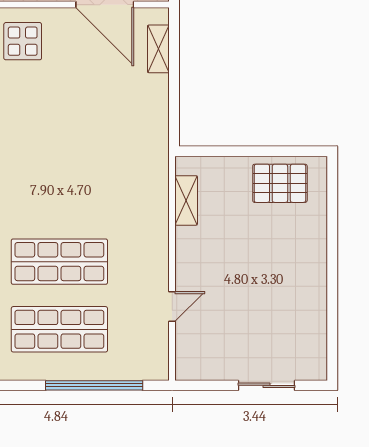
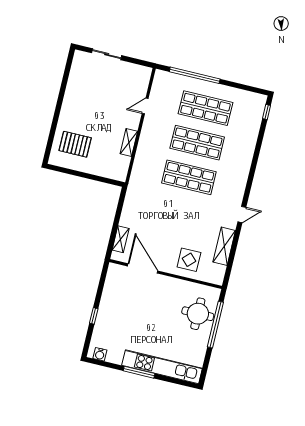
pallet: (280, 183) -> (75, 144), moved
shop shelf: (59, 194) -> (189, 177), added
shelving: (186, 200) -> (129, 143), moved

